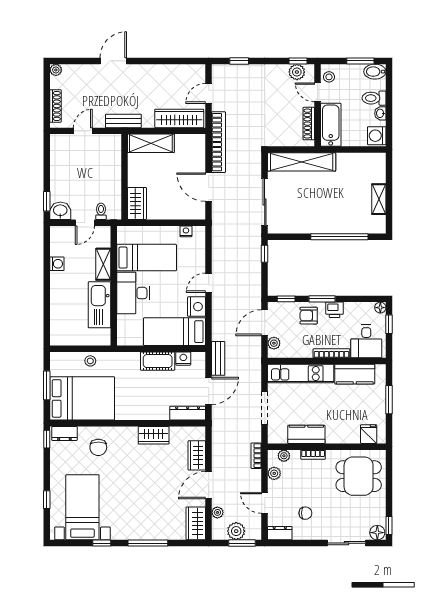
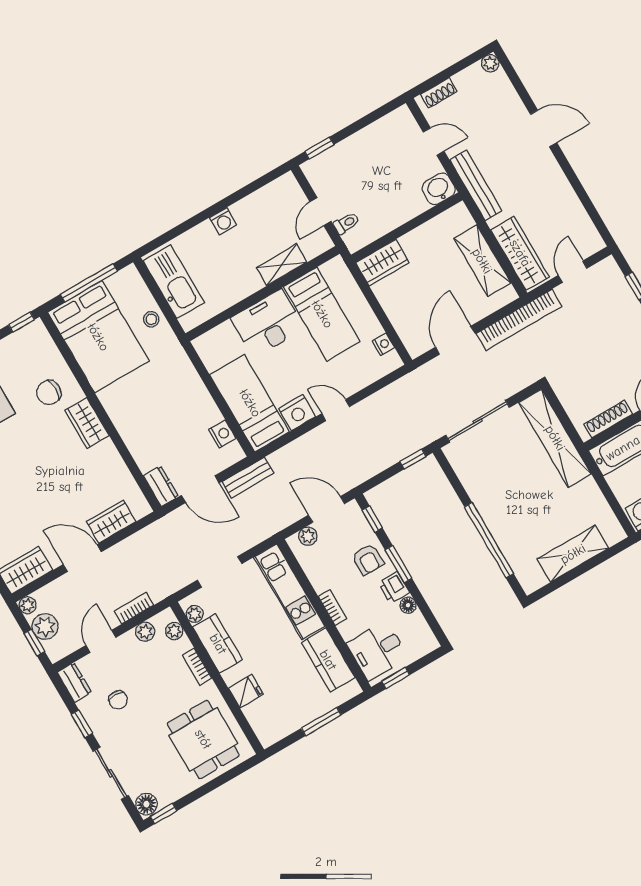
door: (209, 93) -> (573, 272), hinge flipped
shoe rack: (55, 106) -> (439, 93), width x0.70
bench: (123, 121) -> (476, 185), width x1.36
shelving: (151, 143) -> (482, 261), moved
shelving: (379, 199) -> (573, 554), width x1.50, depth x1.33
washbasin: (60, 211) -> (439, 189), moved, turned -90
door: (85, 223) -> (320, 212), hinge flipped
washing machine: (57, 264) -> (223, 221), moved
kitchen sink: (99, 305) -> (174, 282), moved, turned 90
floor lamp: (380, 308) -> (408, 605), moved
armchair: (309, 316) -> (368, 559), turned 180
window: (389, 324) -> (396, 678), moved
bookcase: (331, 353) -> (332, 607), width x0.64
cot: (158, 361) -> (200, 404), removed
window: (47, 385) -> (89, 283), width x1.44
dresser: (188, 413) -> (161, 486), width x0.70
dresser: (64, 433) -> (42, 340), removed
fridge: (369, 434) -> (246, 691), moved
wardrobe: (154, 435) -> (87, 423), moved
plant: (281, 438) -> (195, 614), added
bookcase: (256, 456) -> (134, 608), moved
plant: (217, 512) -> (28, 605), moved
window: (242, 543) -> (34, 643), width x0.67
window: (307, 543) -> (82, 724), added

